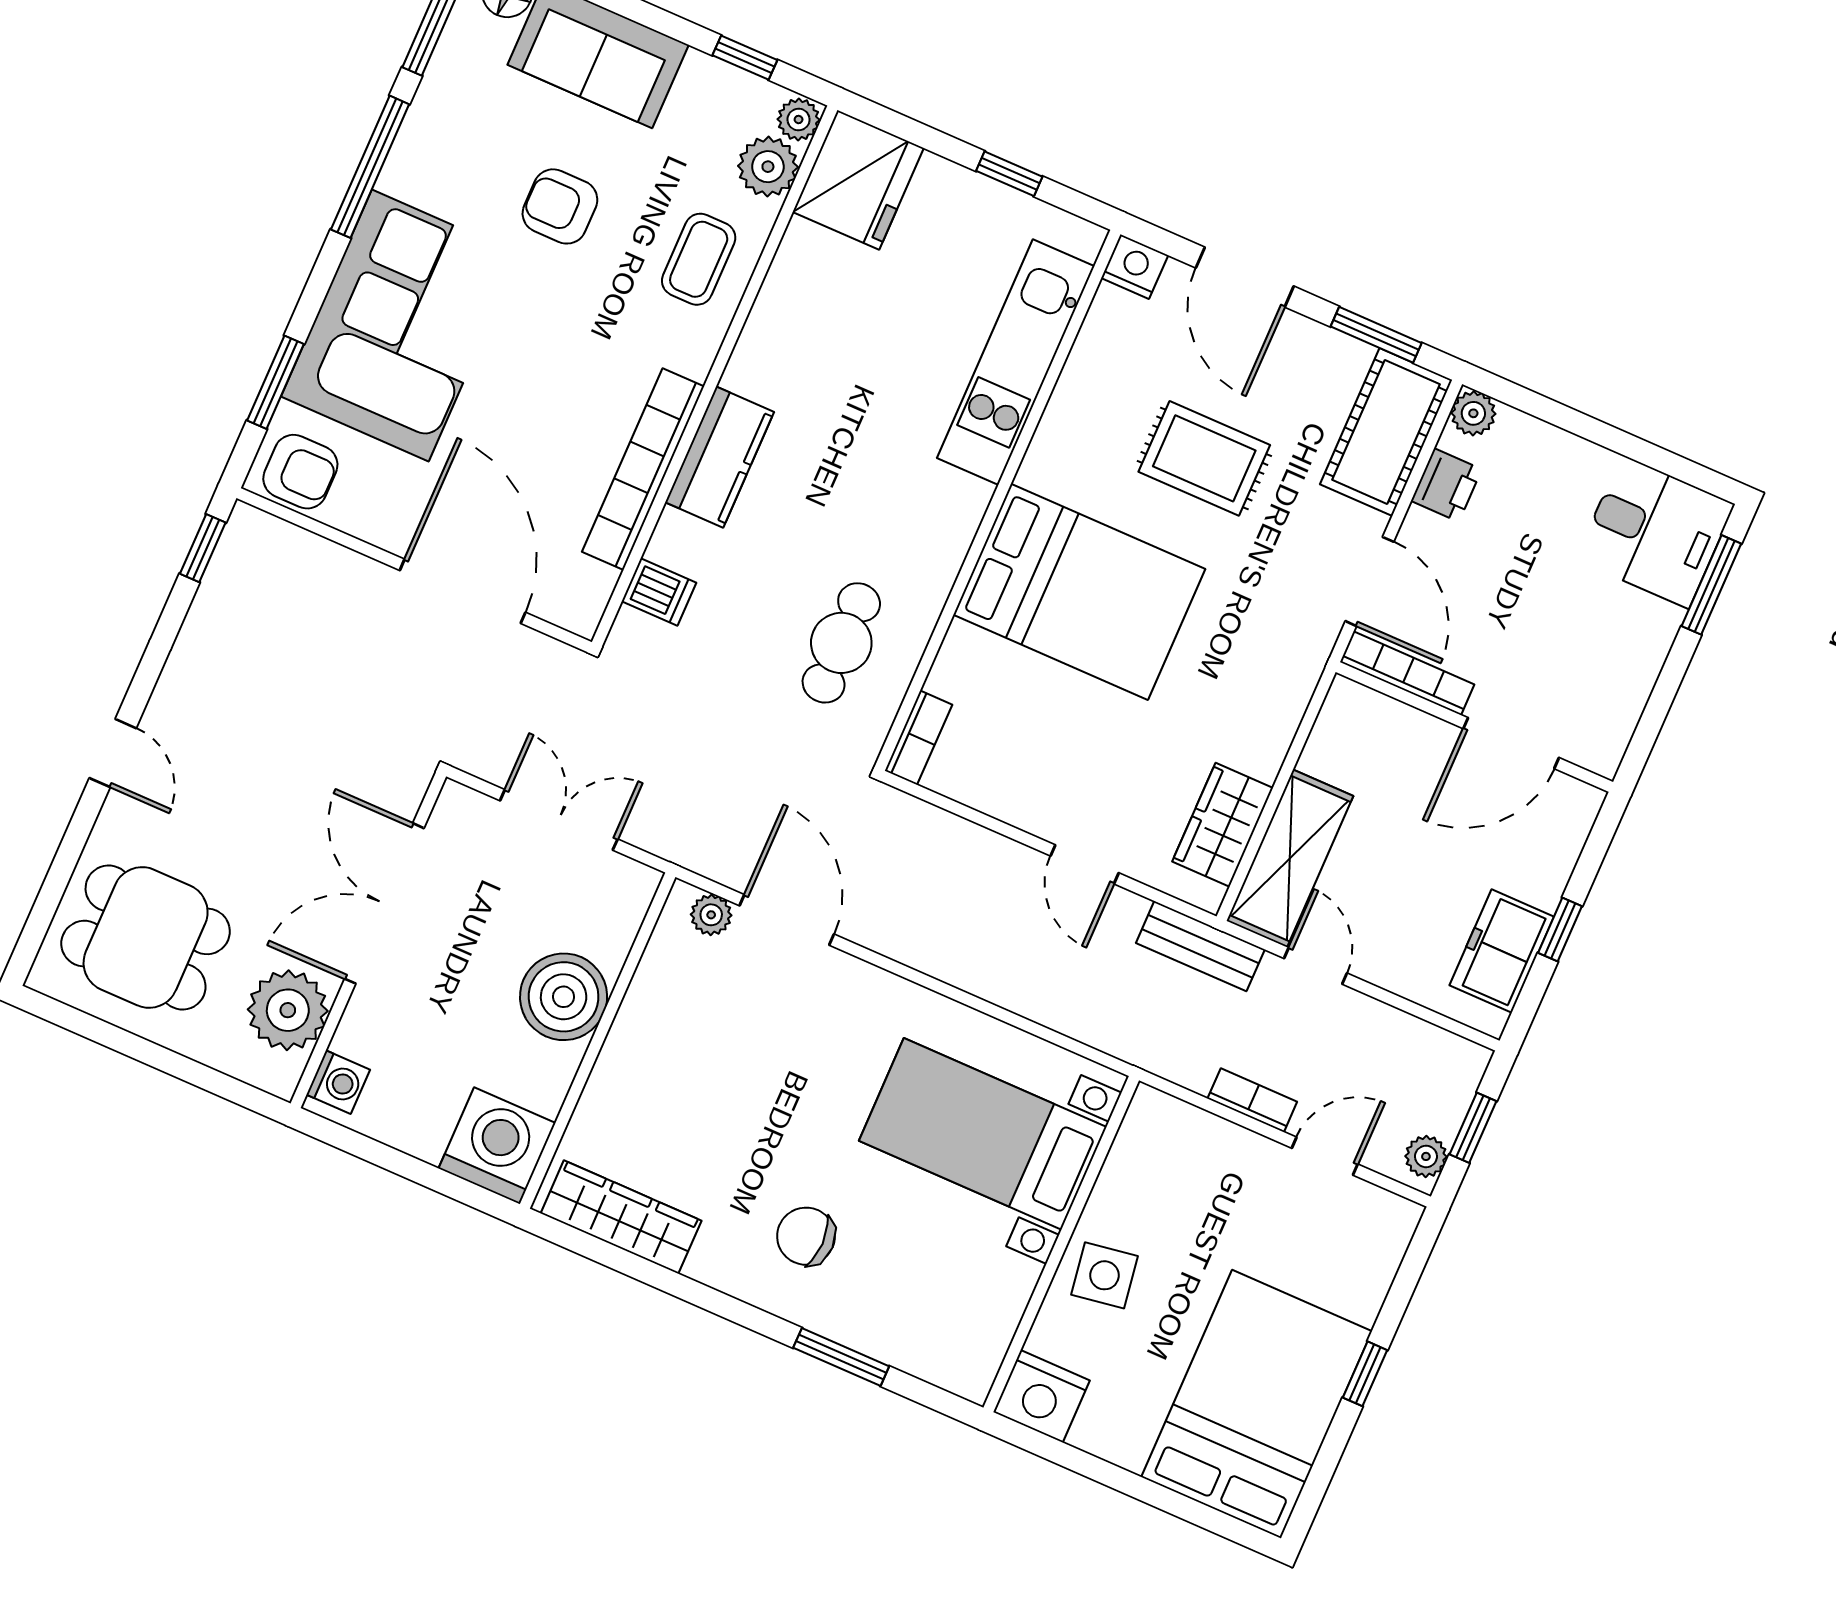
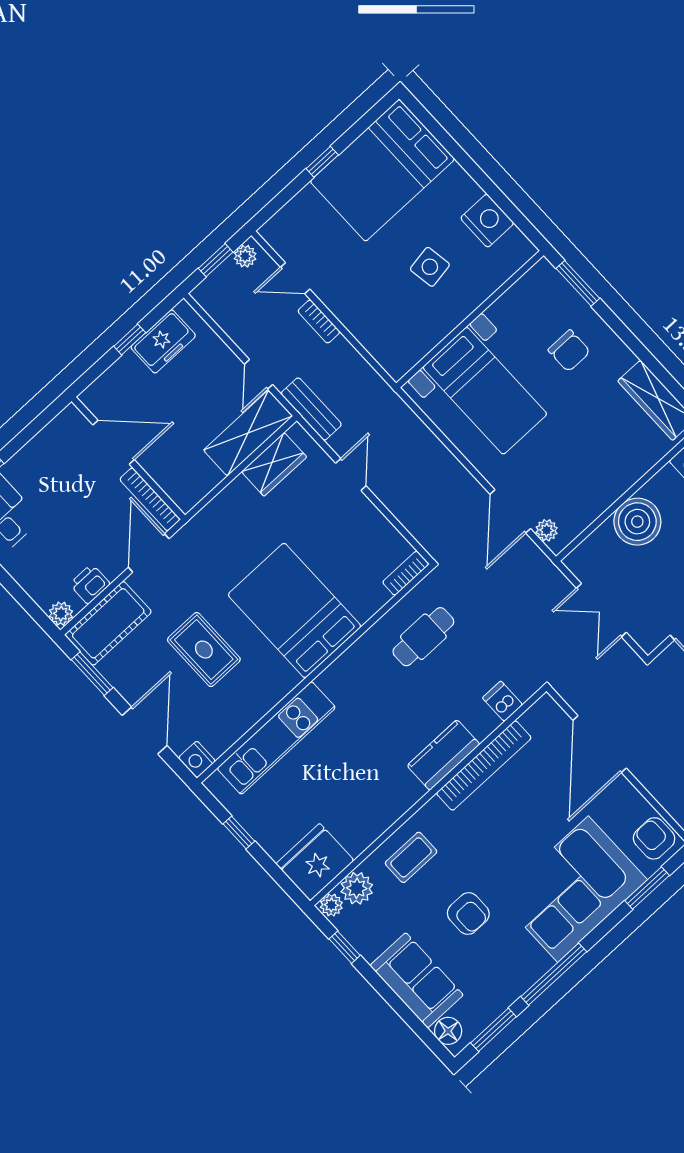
bed with nightstands: (983, 1134) -> (485, 391), moved
wall: (1061, 1244) -> (470, 319), moved

